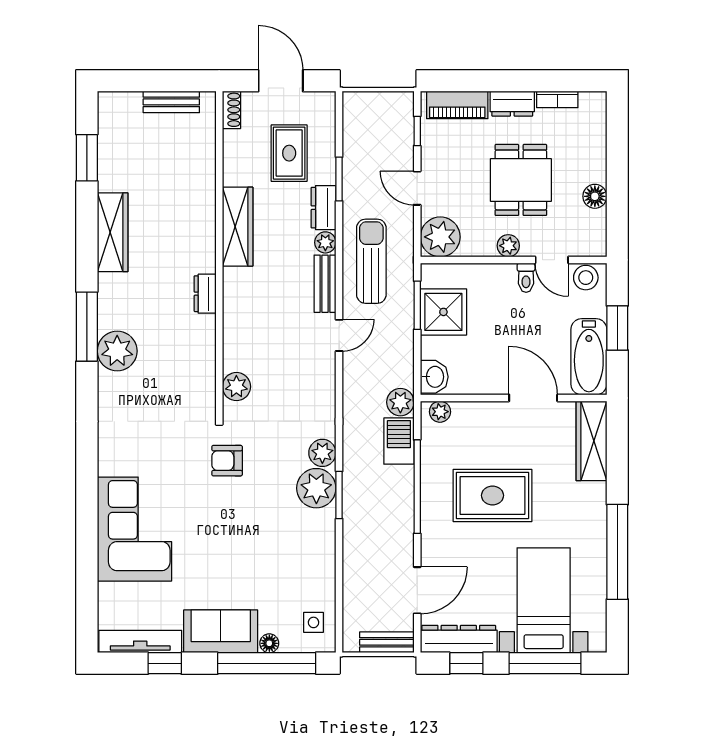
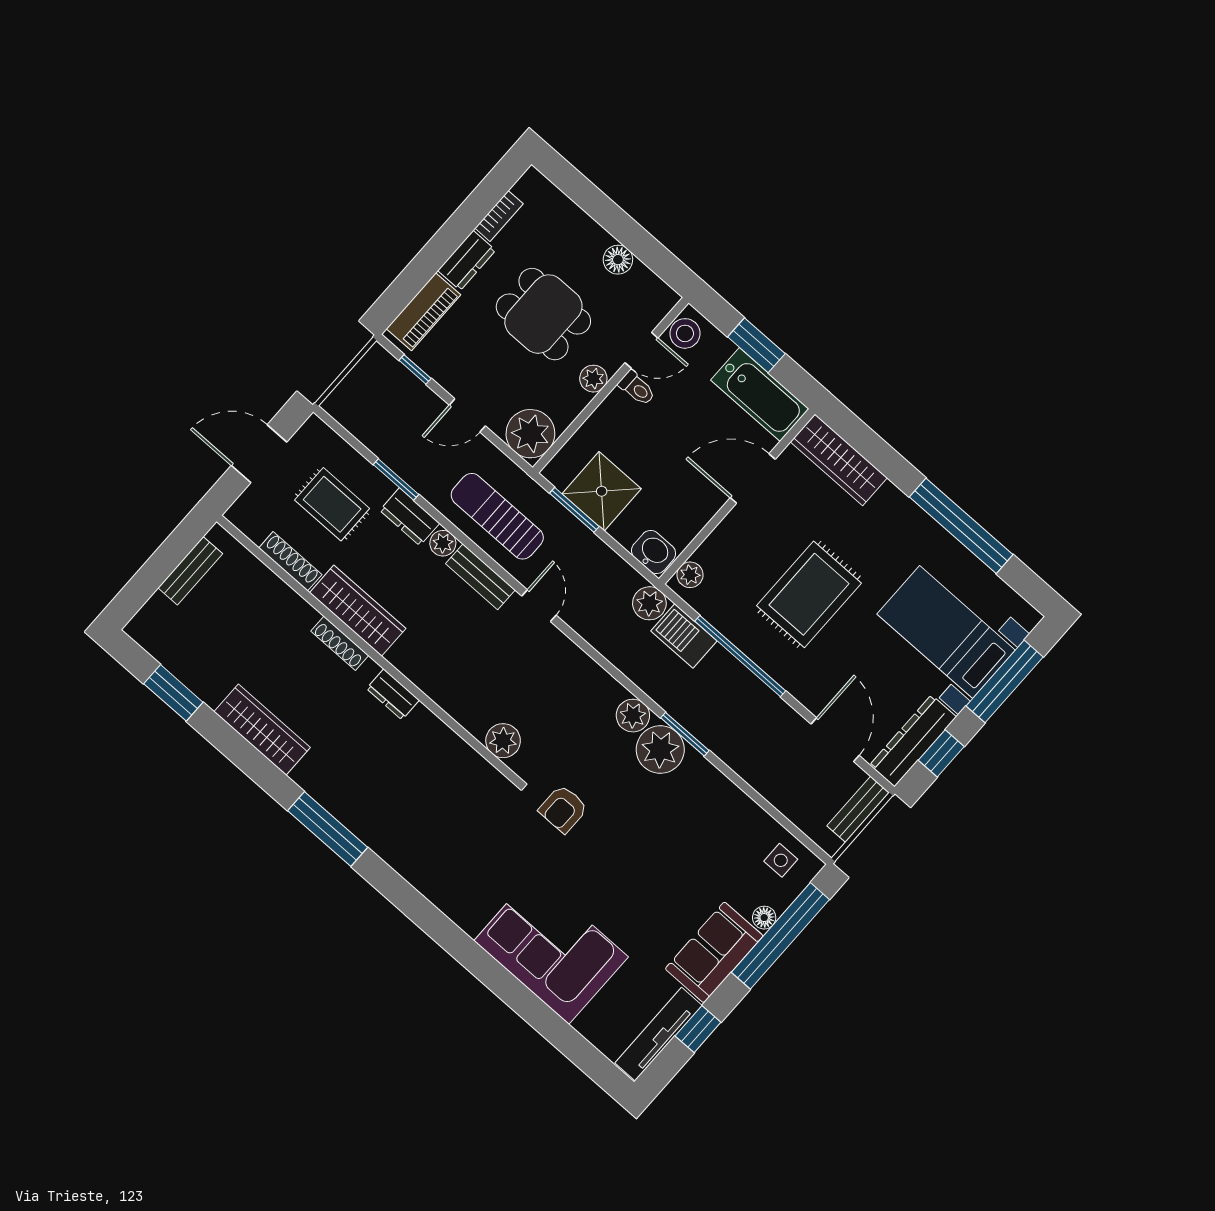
shoe rack: (231, 110) -> (290, 561), moved, width x1.43
shoe rack: (208, 233) -> (340, 643), added
plant: (117, 351) -> (374, 821), removed

